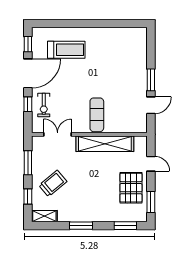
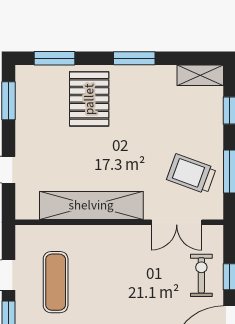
exercise mat: (97, 115) -> (56, 282), moved
trolley: (53, 183) -> (191, 174), moved, turned 60
pallet: (131, 188) -> (89, 99), moved

